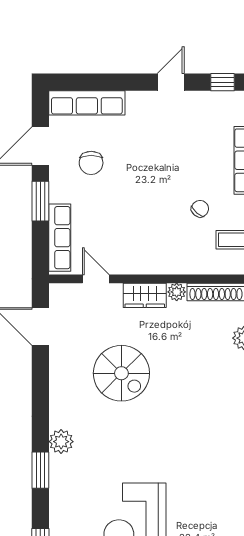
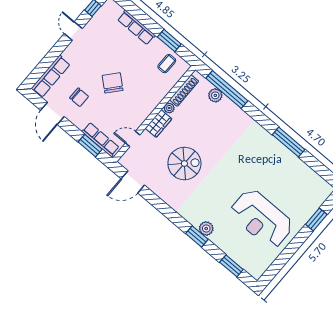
window: (40, 201) -> (90, 146), moved
chair: (200, 209) -> (113, 83), moved, width x1.87, depth x1.87
plant: (61, 442) -> (206, 229), moved

